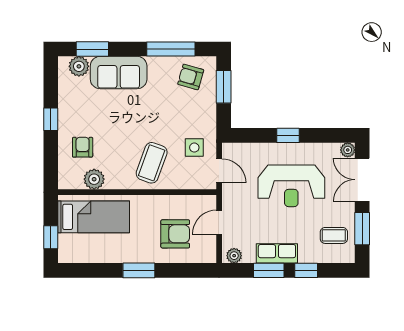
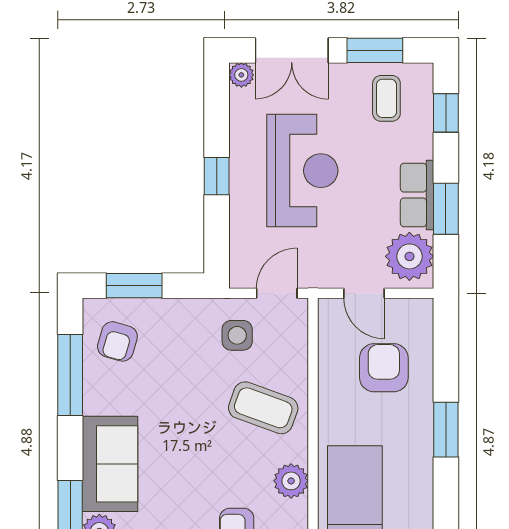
plant: (94, 179) -> (291, 481), moved
plant: (234, 256) -> (409, 256), width x1.87, depth x1.87
window: (306, 270) -> (446, 113), moved

